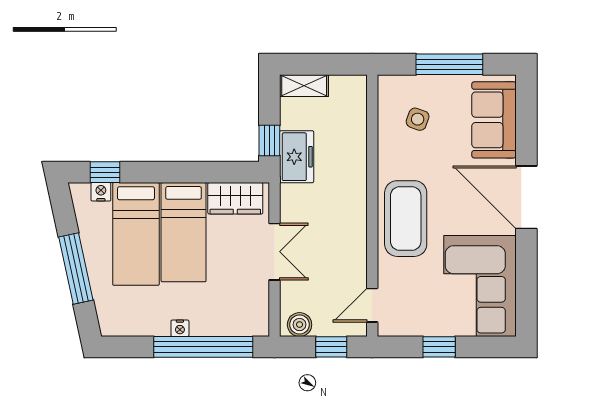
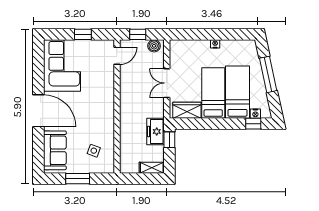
window: (449, 64) -> (78, 179), width x0.69
coffee table: (406, 219) -> (100, 100), removed
window: (203, 347) -> (203, 34), removed

